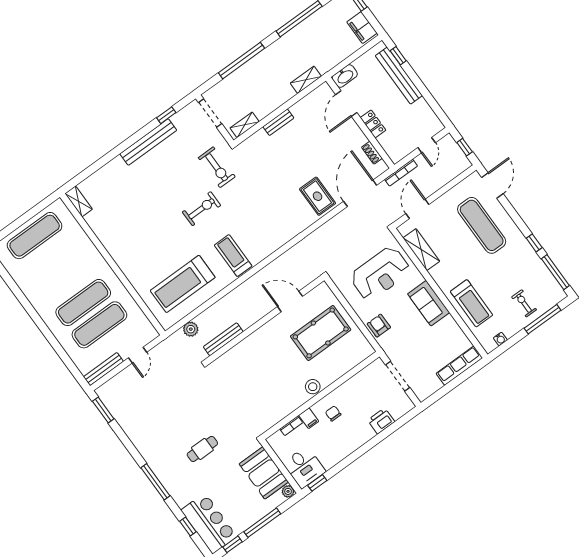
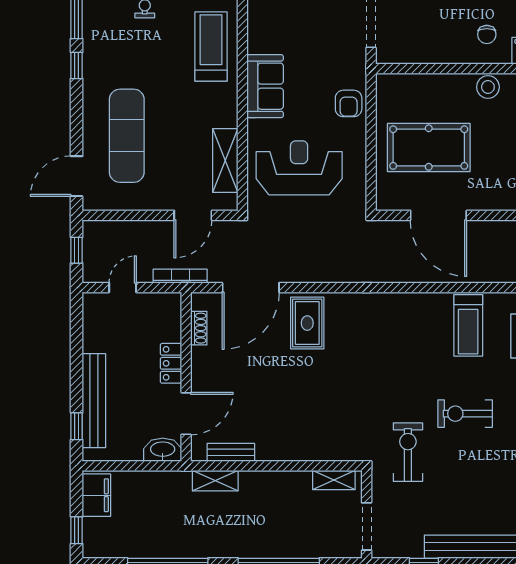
bench: (278, 122) -> (231, 452), moved
door: (290, 301) -> (438, 215), width x1.36

